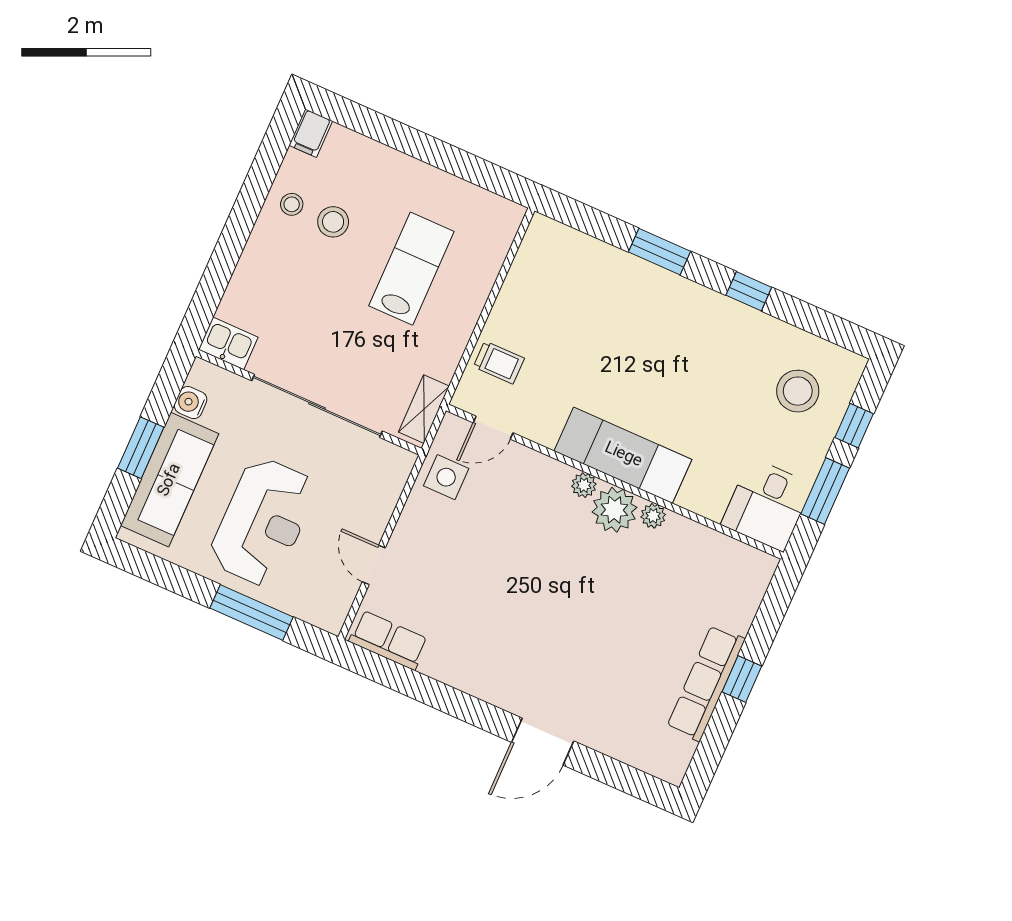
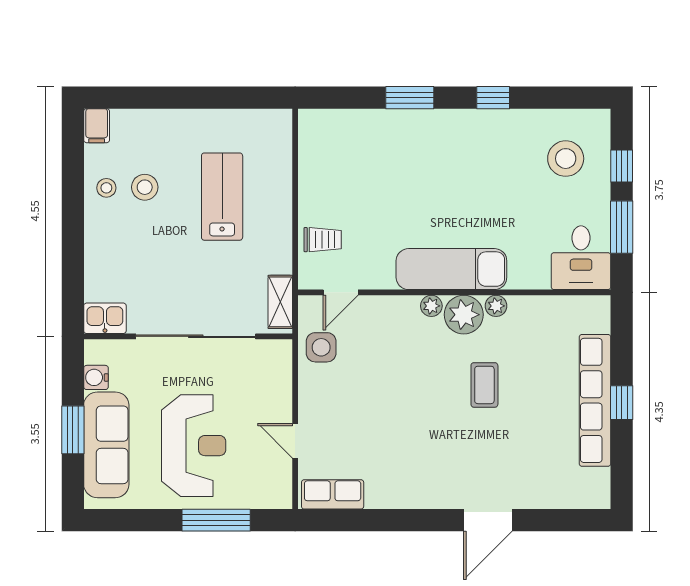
coffee table: (603, 595) -> (484, 385), added
row of seats: (706, 683) -> (595, 400), width x1.36

